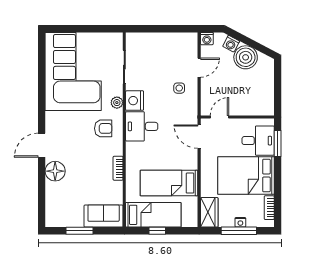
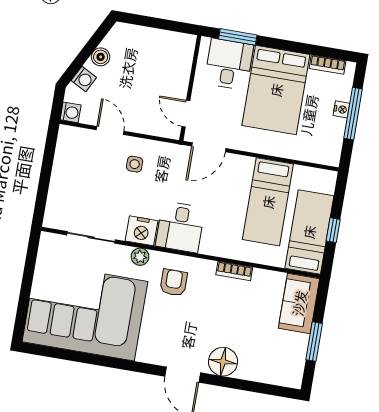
boiler: (246, 57) -> (101, 57), width x0.54, depth x0.54
wardrobe: (209, 212) -> (320, 152), removed

